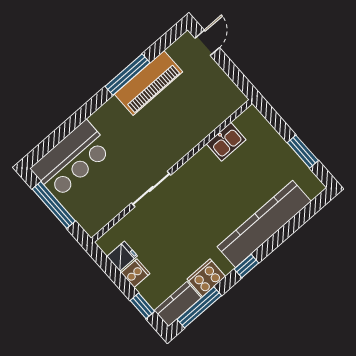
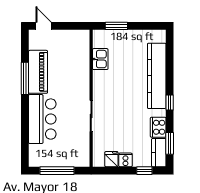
window: (303, 152) -> (116, 26), moved
bar counter: (72, 159) -> (42, 119), moved
window: (199, 307) -> (170, 143), width x0.69

